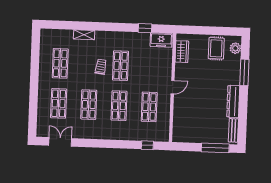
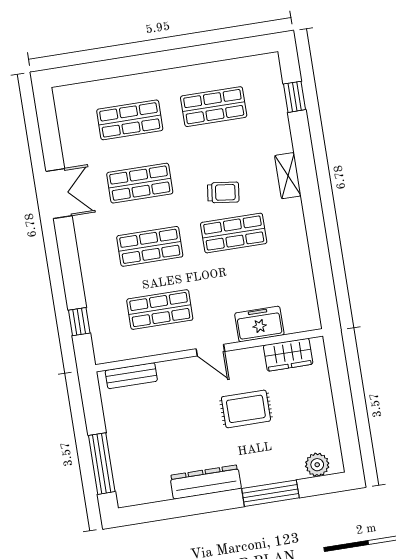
window: (145, 28) -> (295, 97), moved
shelving: (84, 35) -> (288, 176), moved
freezer: (161, 40) -> (259, 324), moved, turned 90
rug: (216, 48) -> (246, 409), moved
bench: (233, 130) -> (131, 376), moved
double door: (60, 142) -> (59, 194), moved

